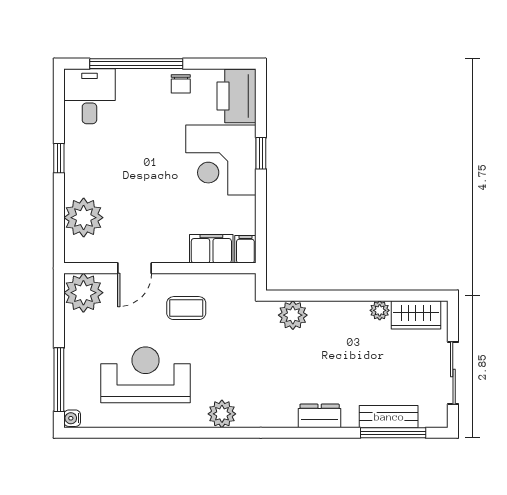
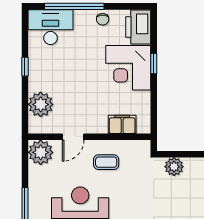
desk: (89, 96) -> (51, 27), width x1.37
filing cabinet: (245, 249) -> (144, 125), removed

